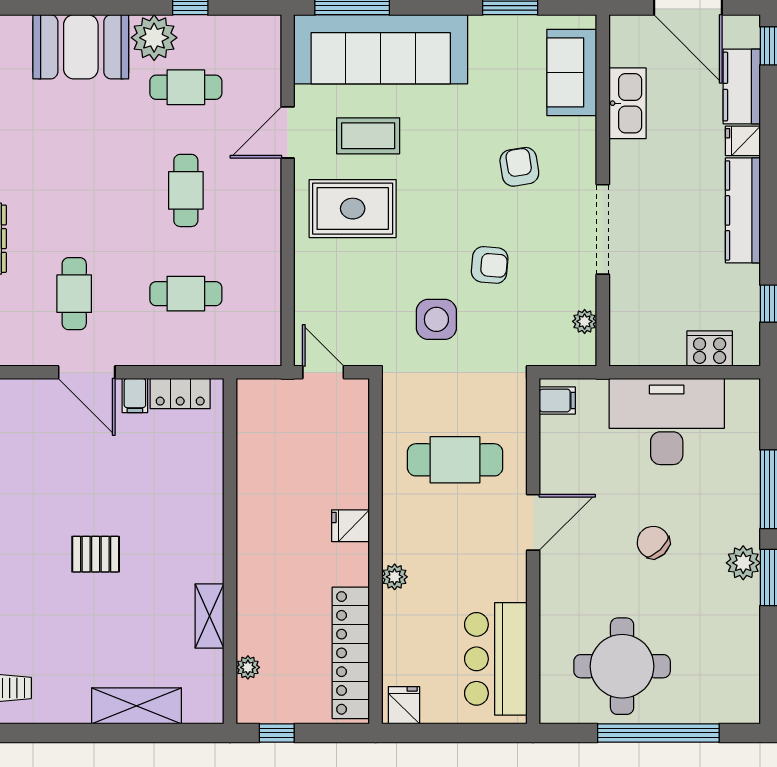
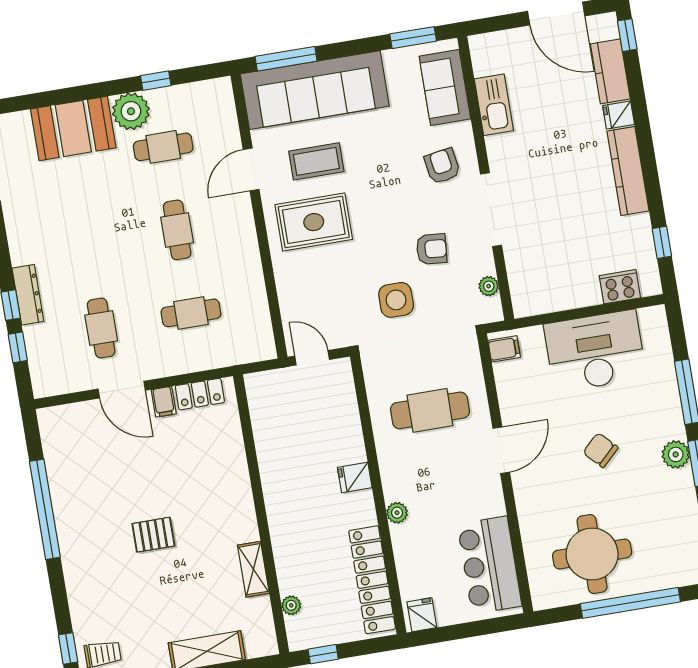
sofa: (572, 72) -> (445, 88), moved
kitchen sink: (627, 103) -> (494, 105), moved
wall: (603, 190) -> (486, 178), moved
doorway: (603, 229) -> (491, 210), moved
plant: (585, 321) -> (489, 286), moved

